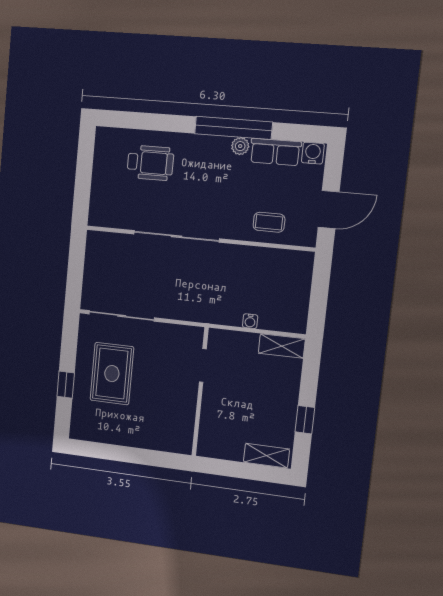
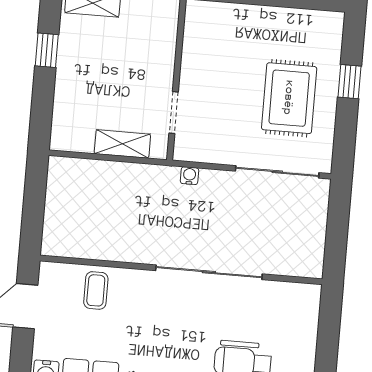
coffee table: (269, 222) -> (96, 290), turned 90
water cooler: (250, 321) -> (189, 176), moved
shelving: (282, 346) -> (122, 144), moved

